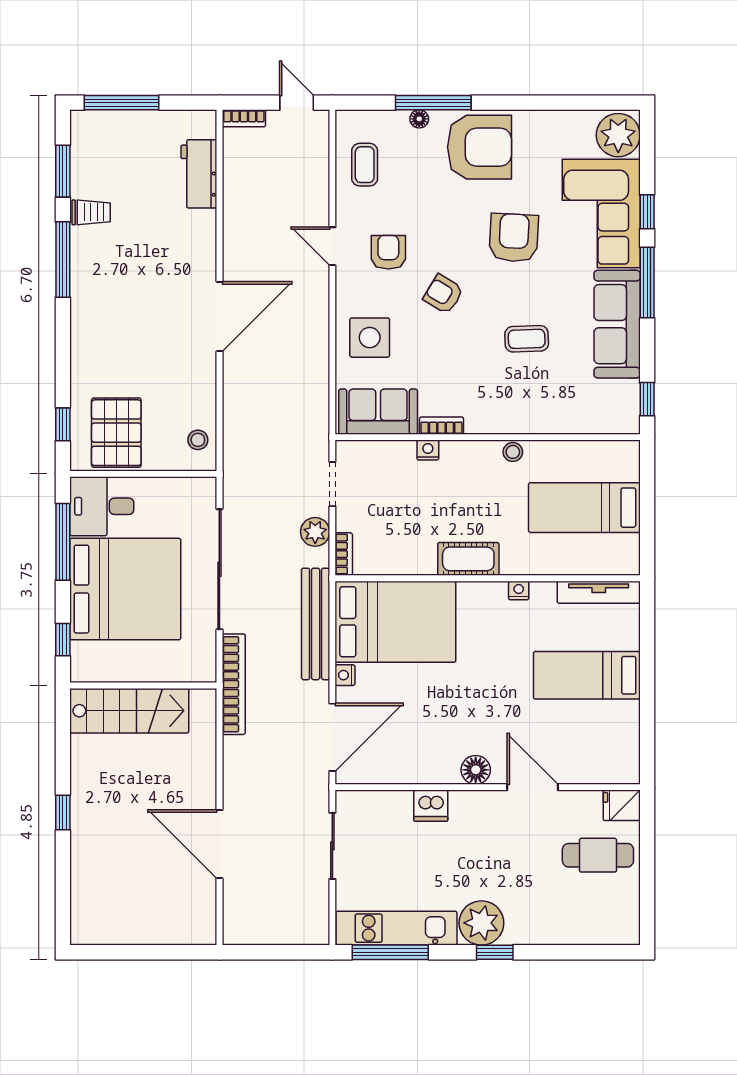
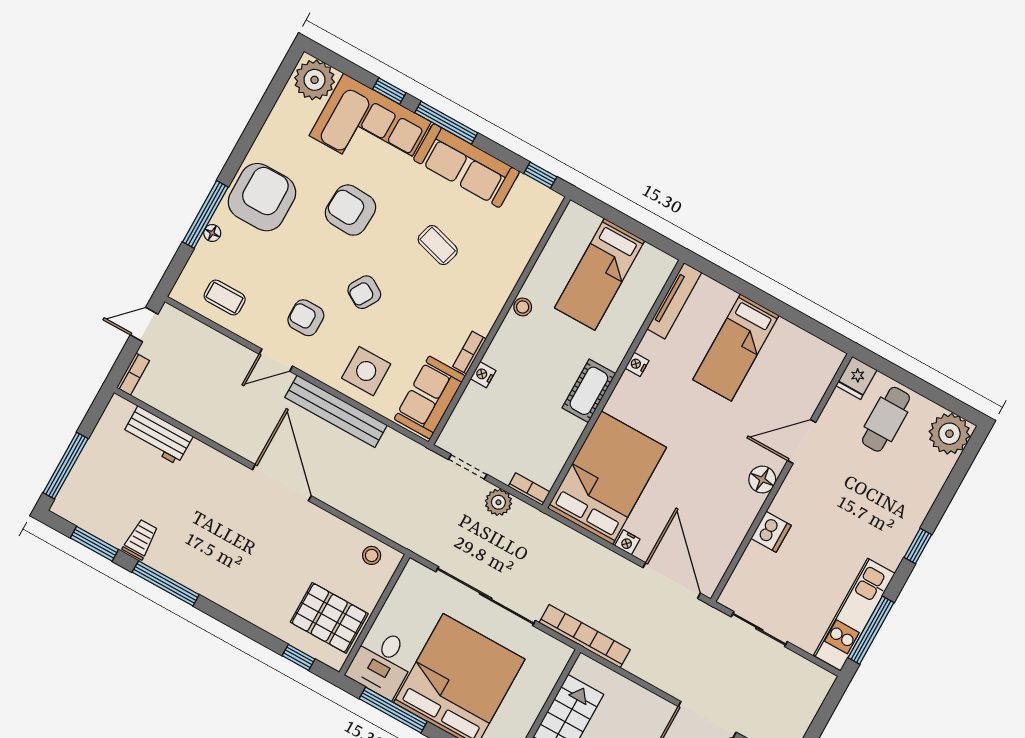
coffee table: (527, 339) -> (438, 245), turned -72
bench: (316, 624) -> (336, 411), moved
plant: (481, 923) -> (949, 434), moved

